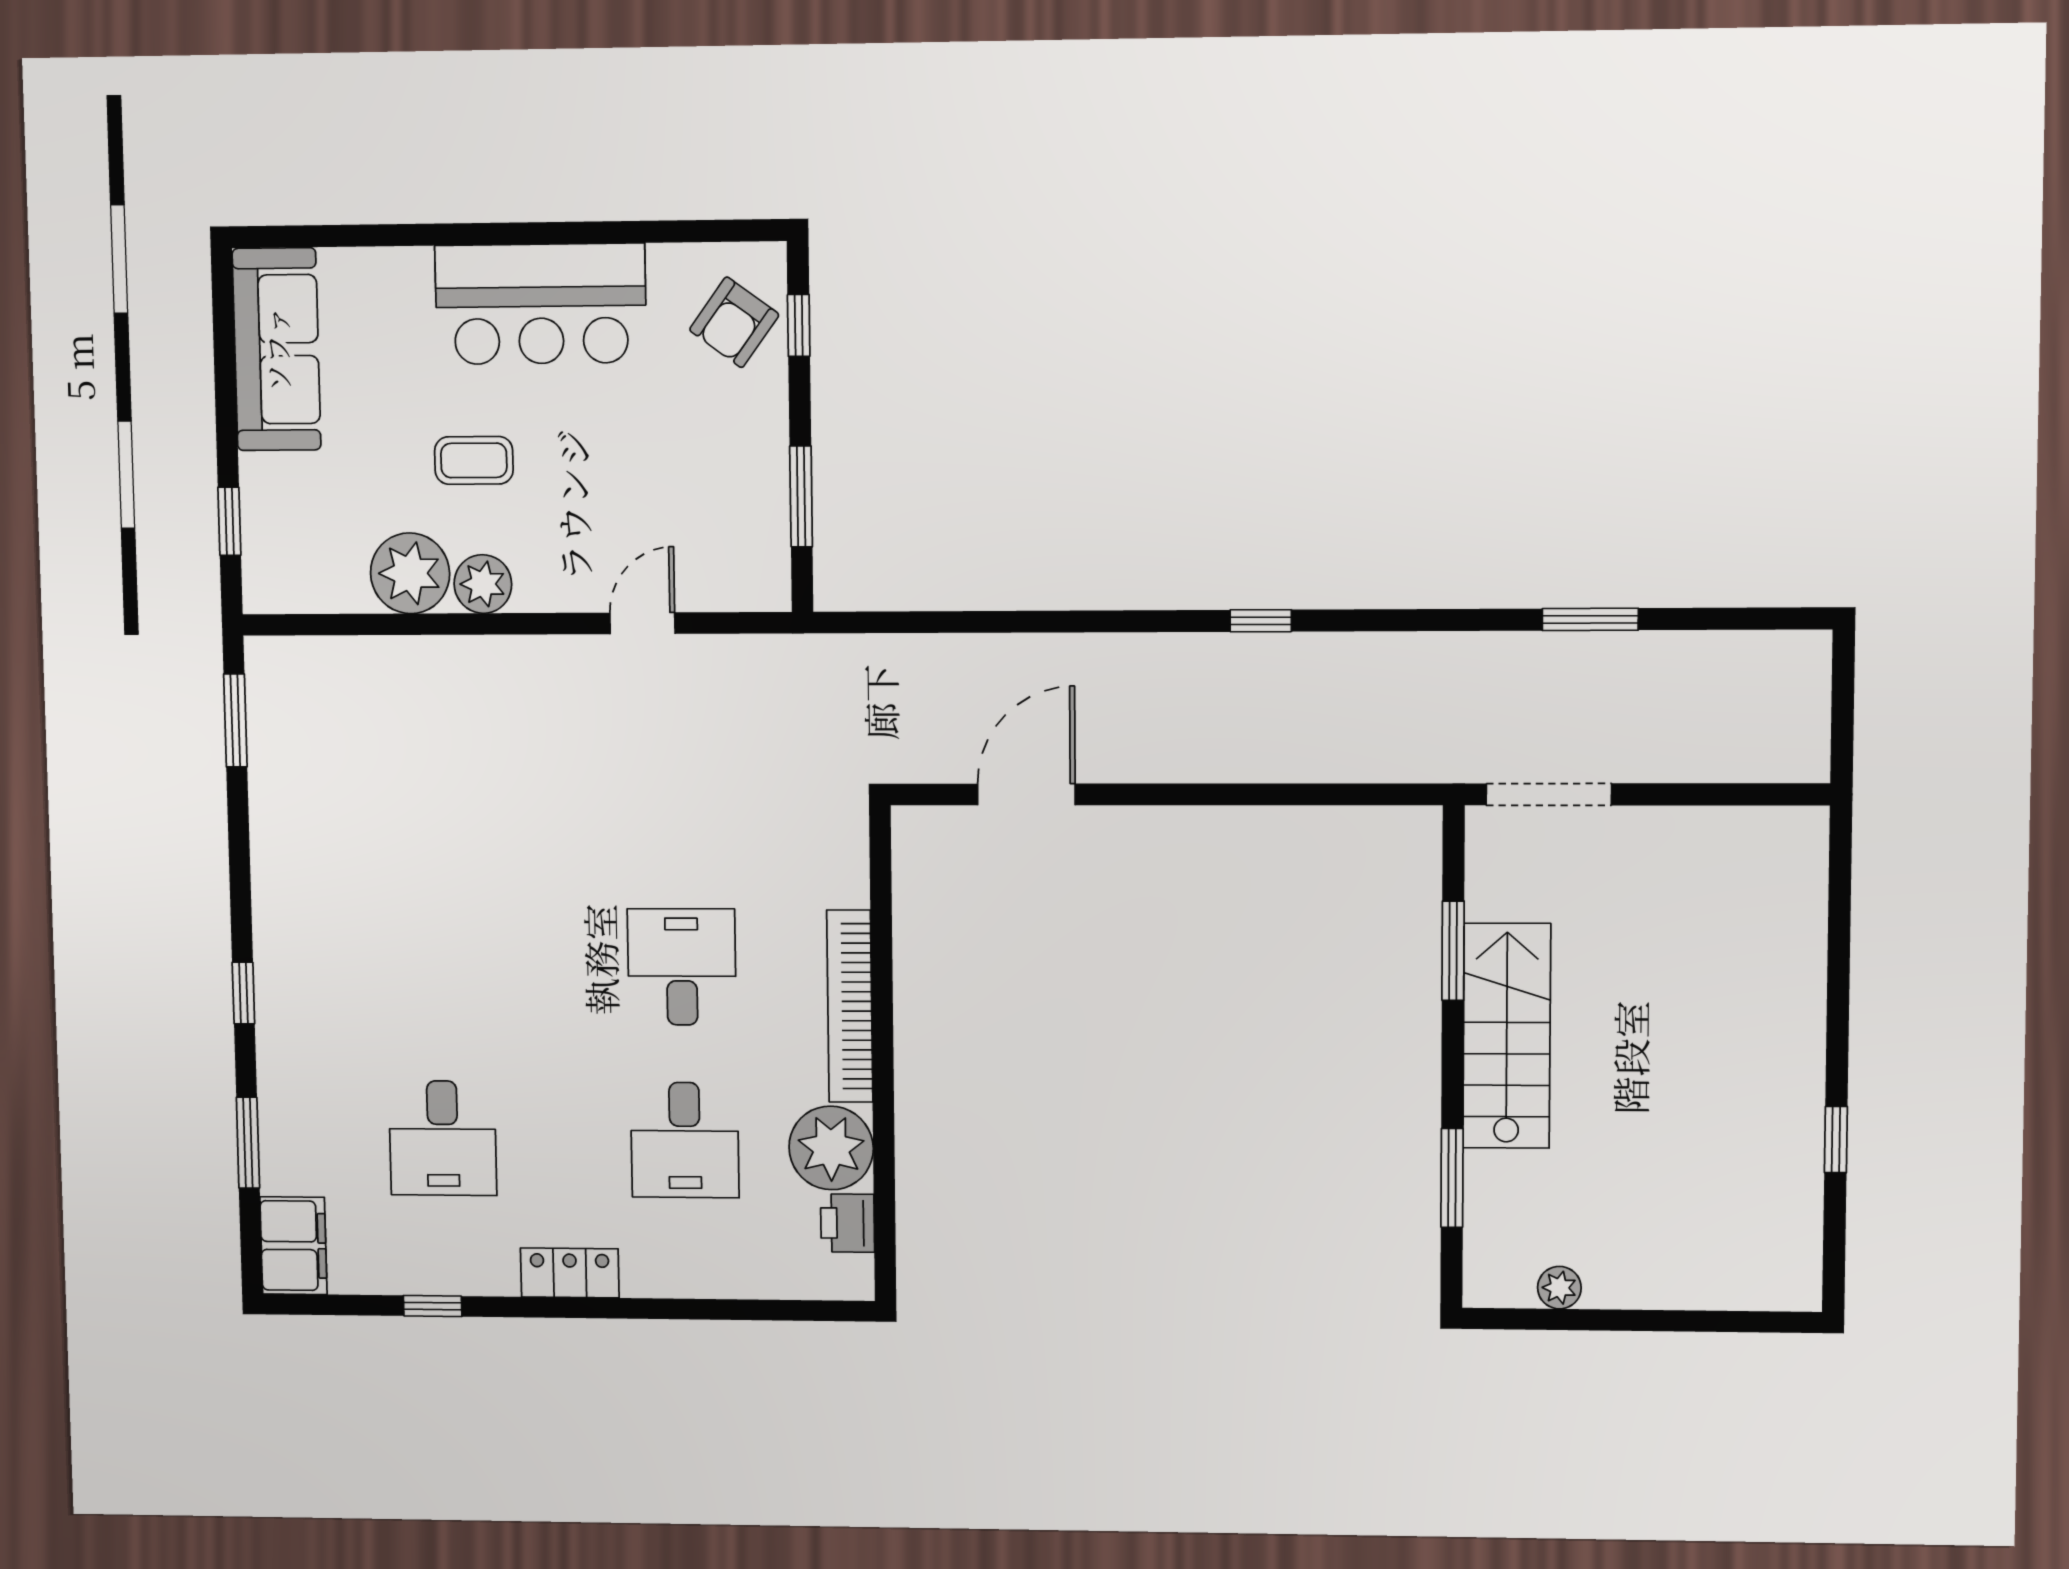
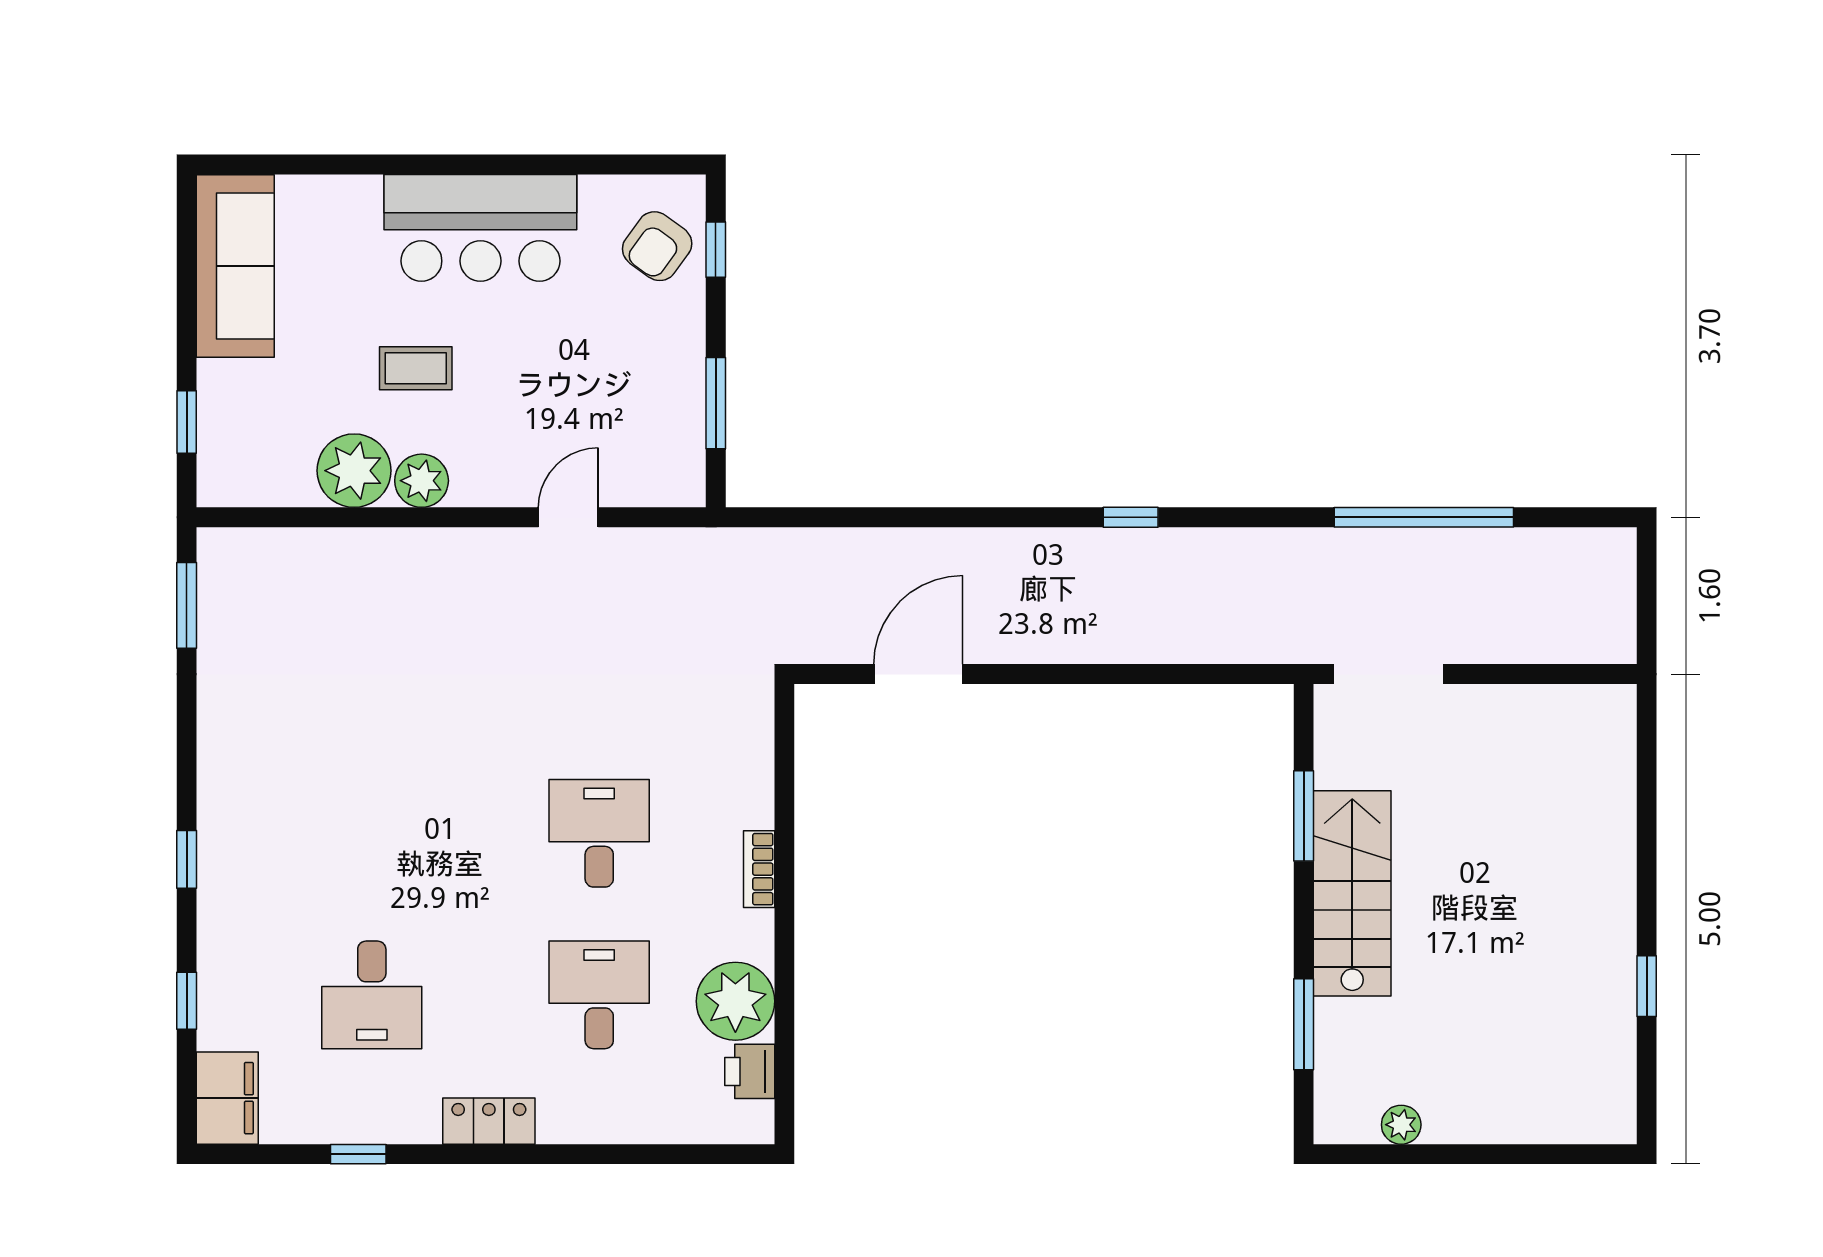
window: (1590, 619) -> (1424, 517), width x2.11
bookcase: (850, 1006) -> (759, 869), width x0.43, depth x0.76
desk: (685, 1140) -> (599, 995), turned 180
window: (248, 1143) -> (187, 1001), width x0.67

